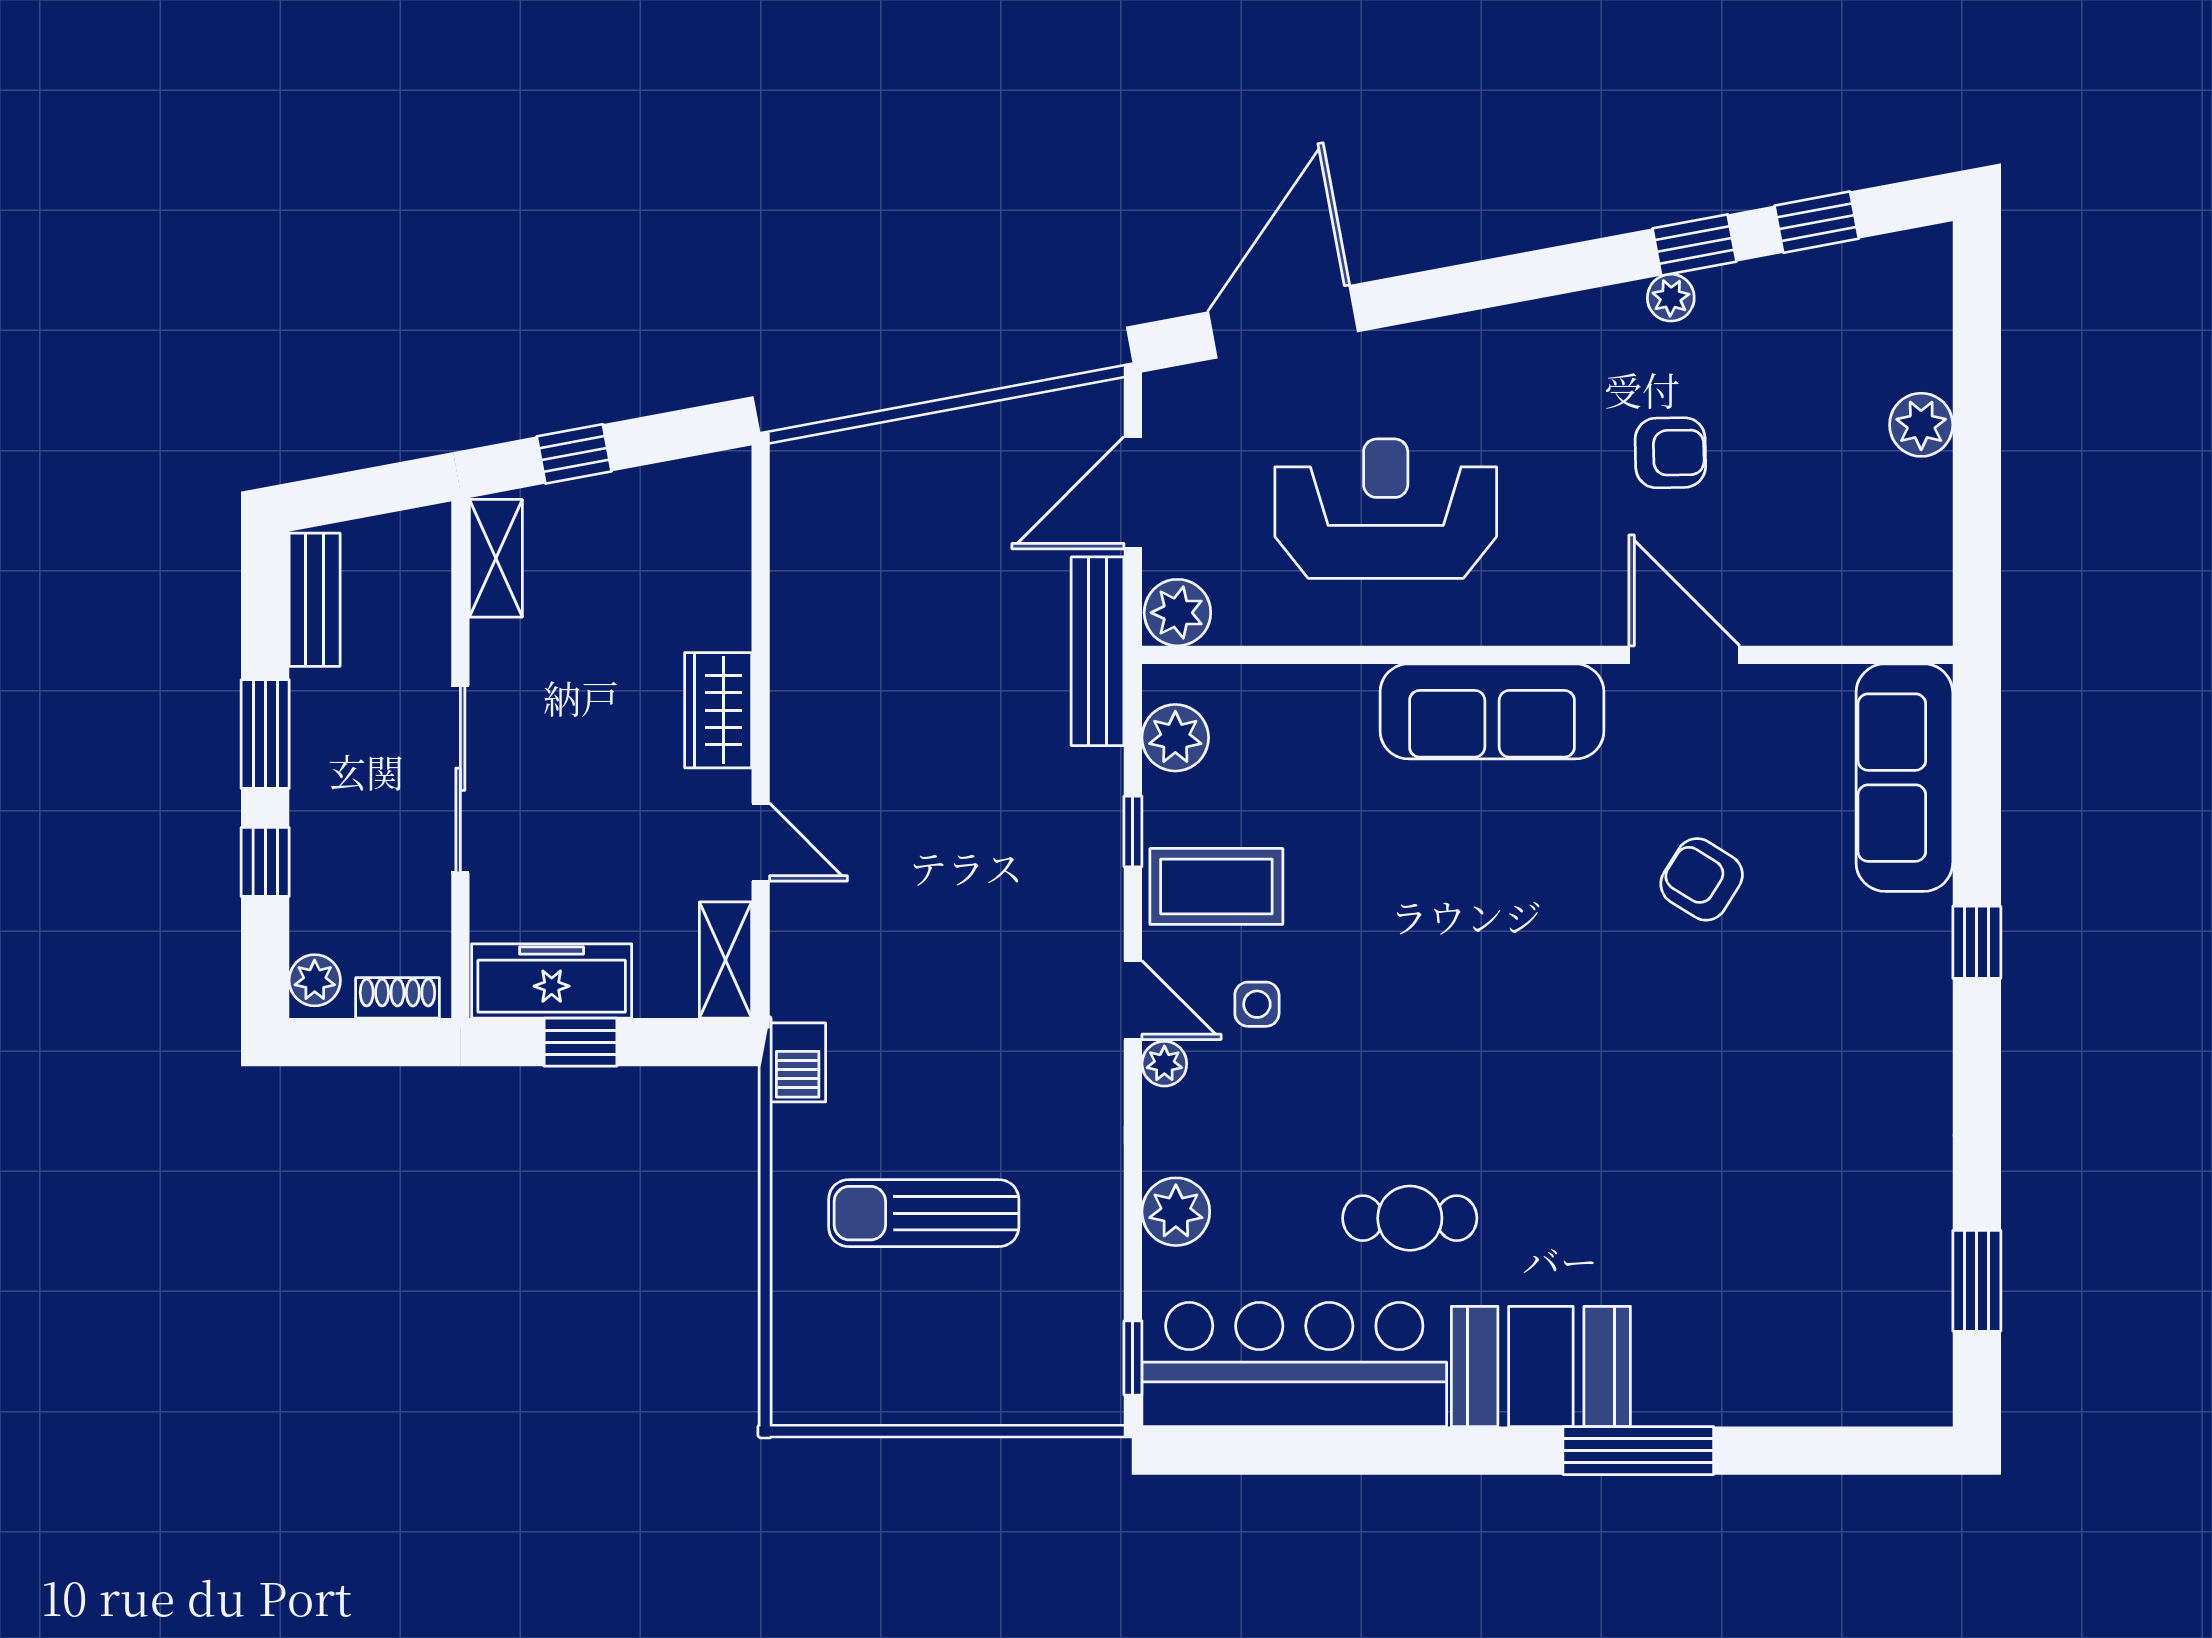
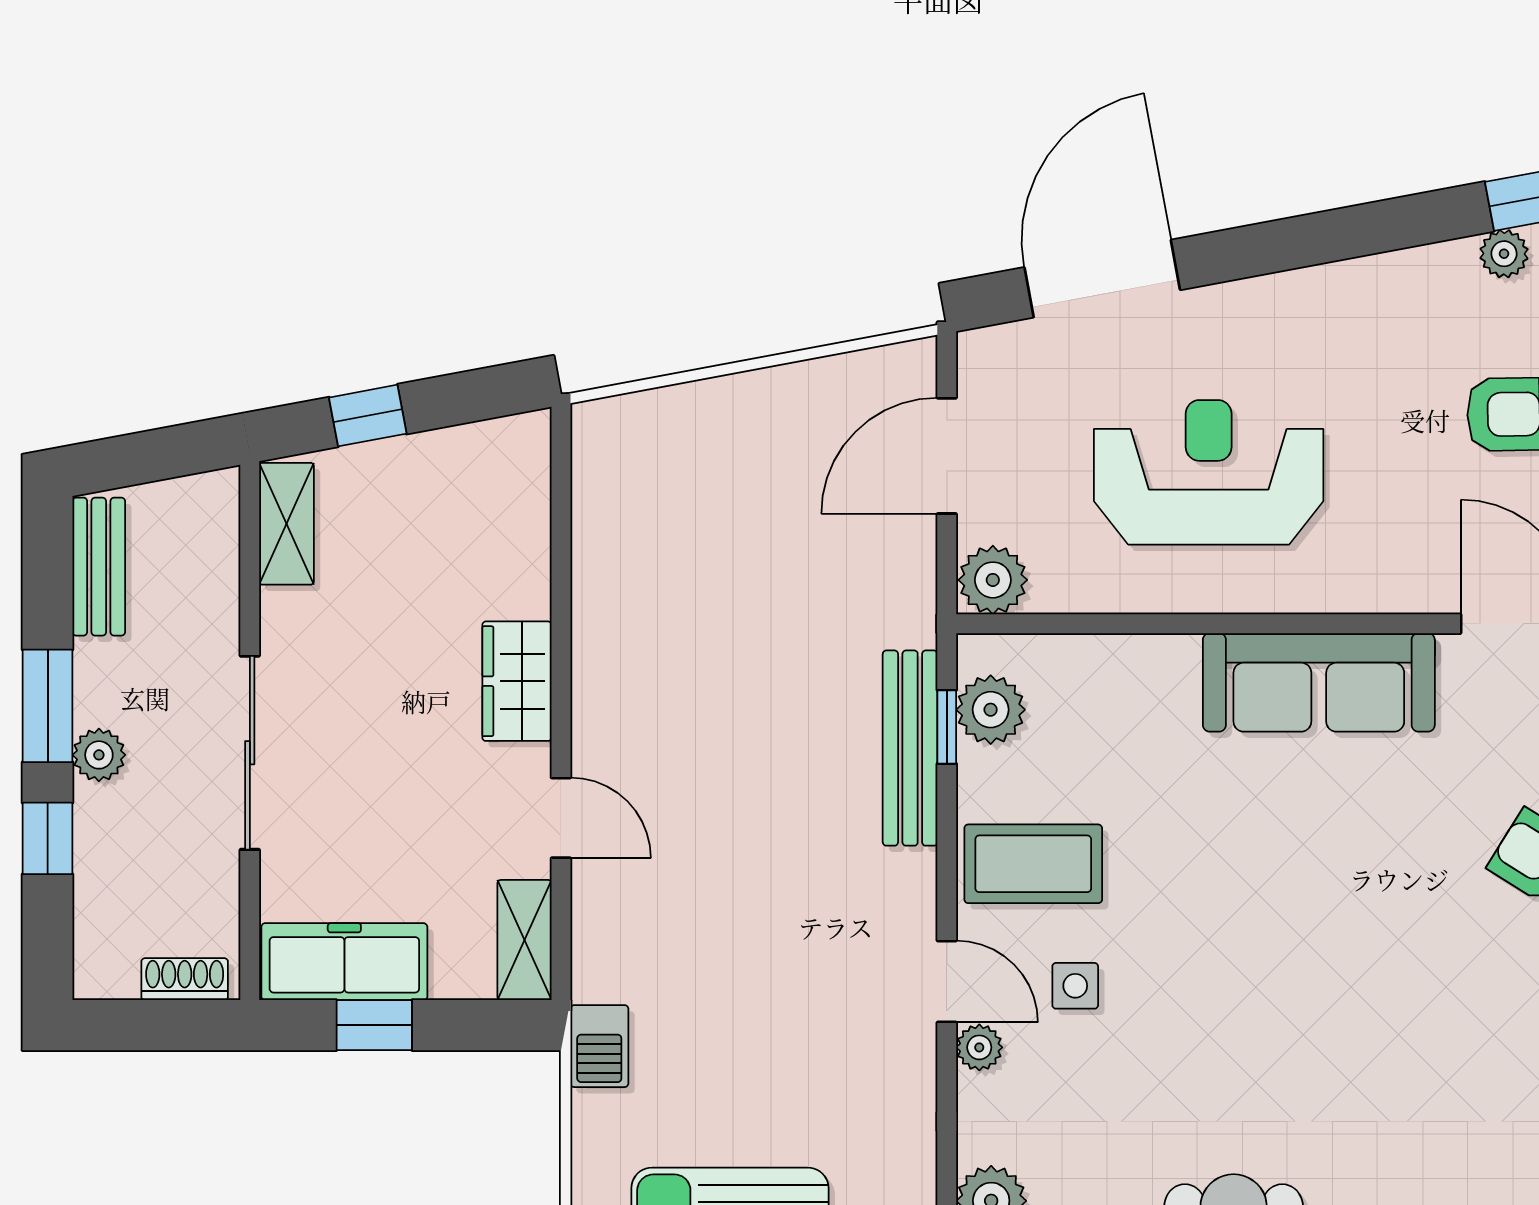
bench: (1098, 651) -> (910, 748), moved
window: (1133, 831) -> (947, 727), moved
plant: (315, 980) -> (99, 755), moved

